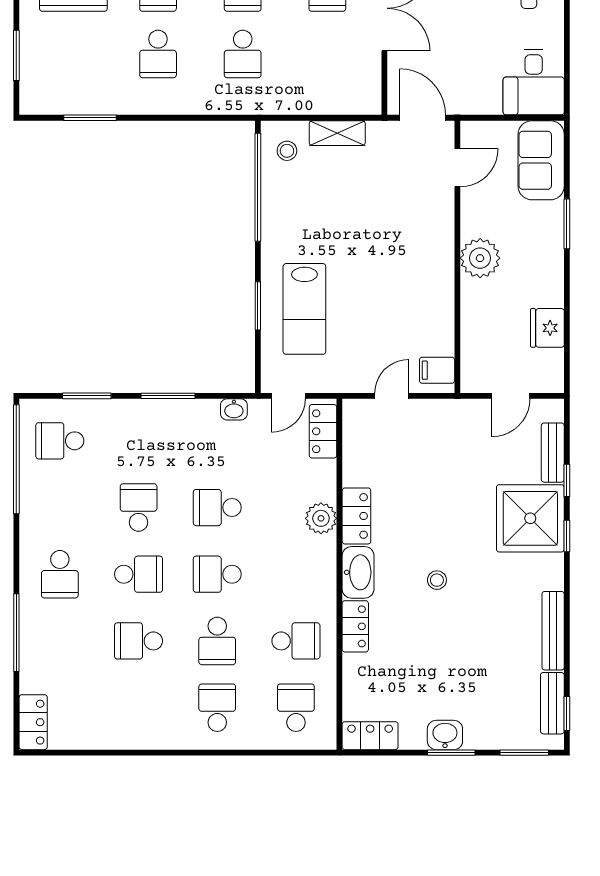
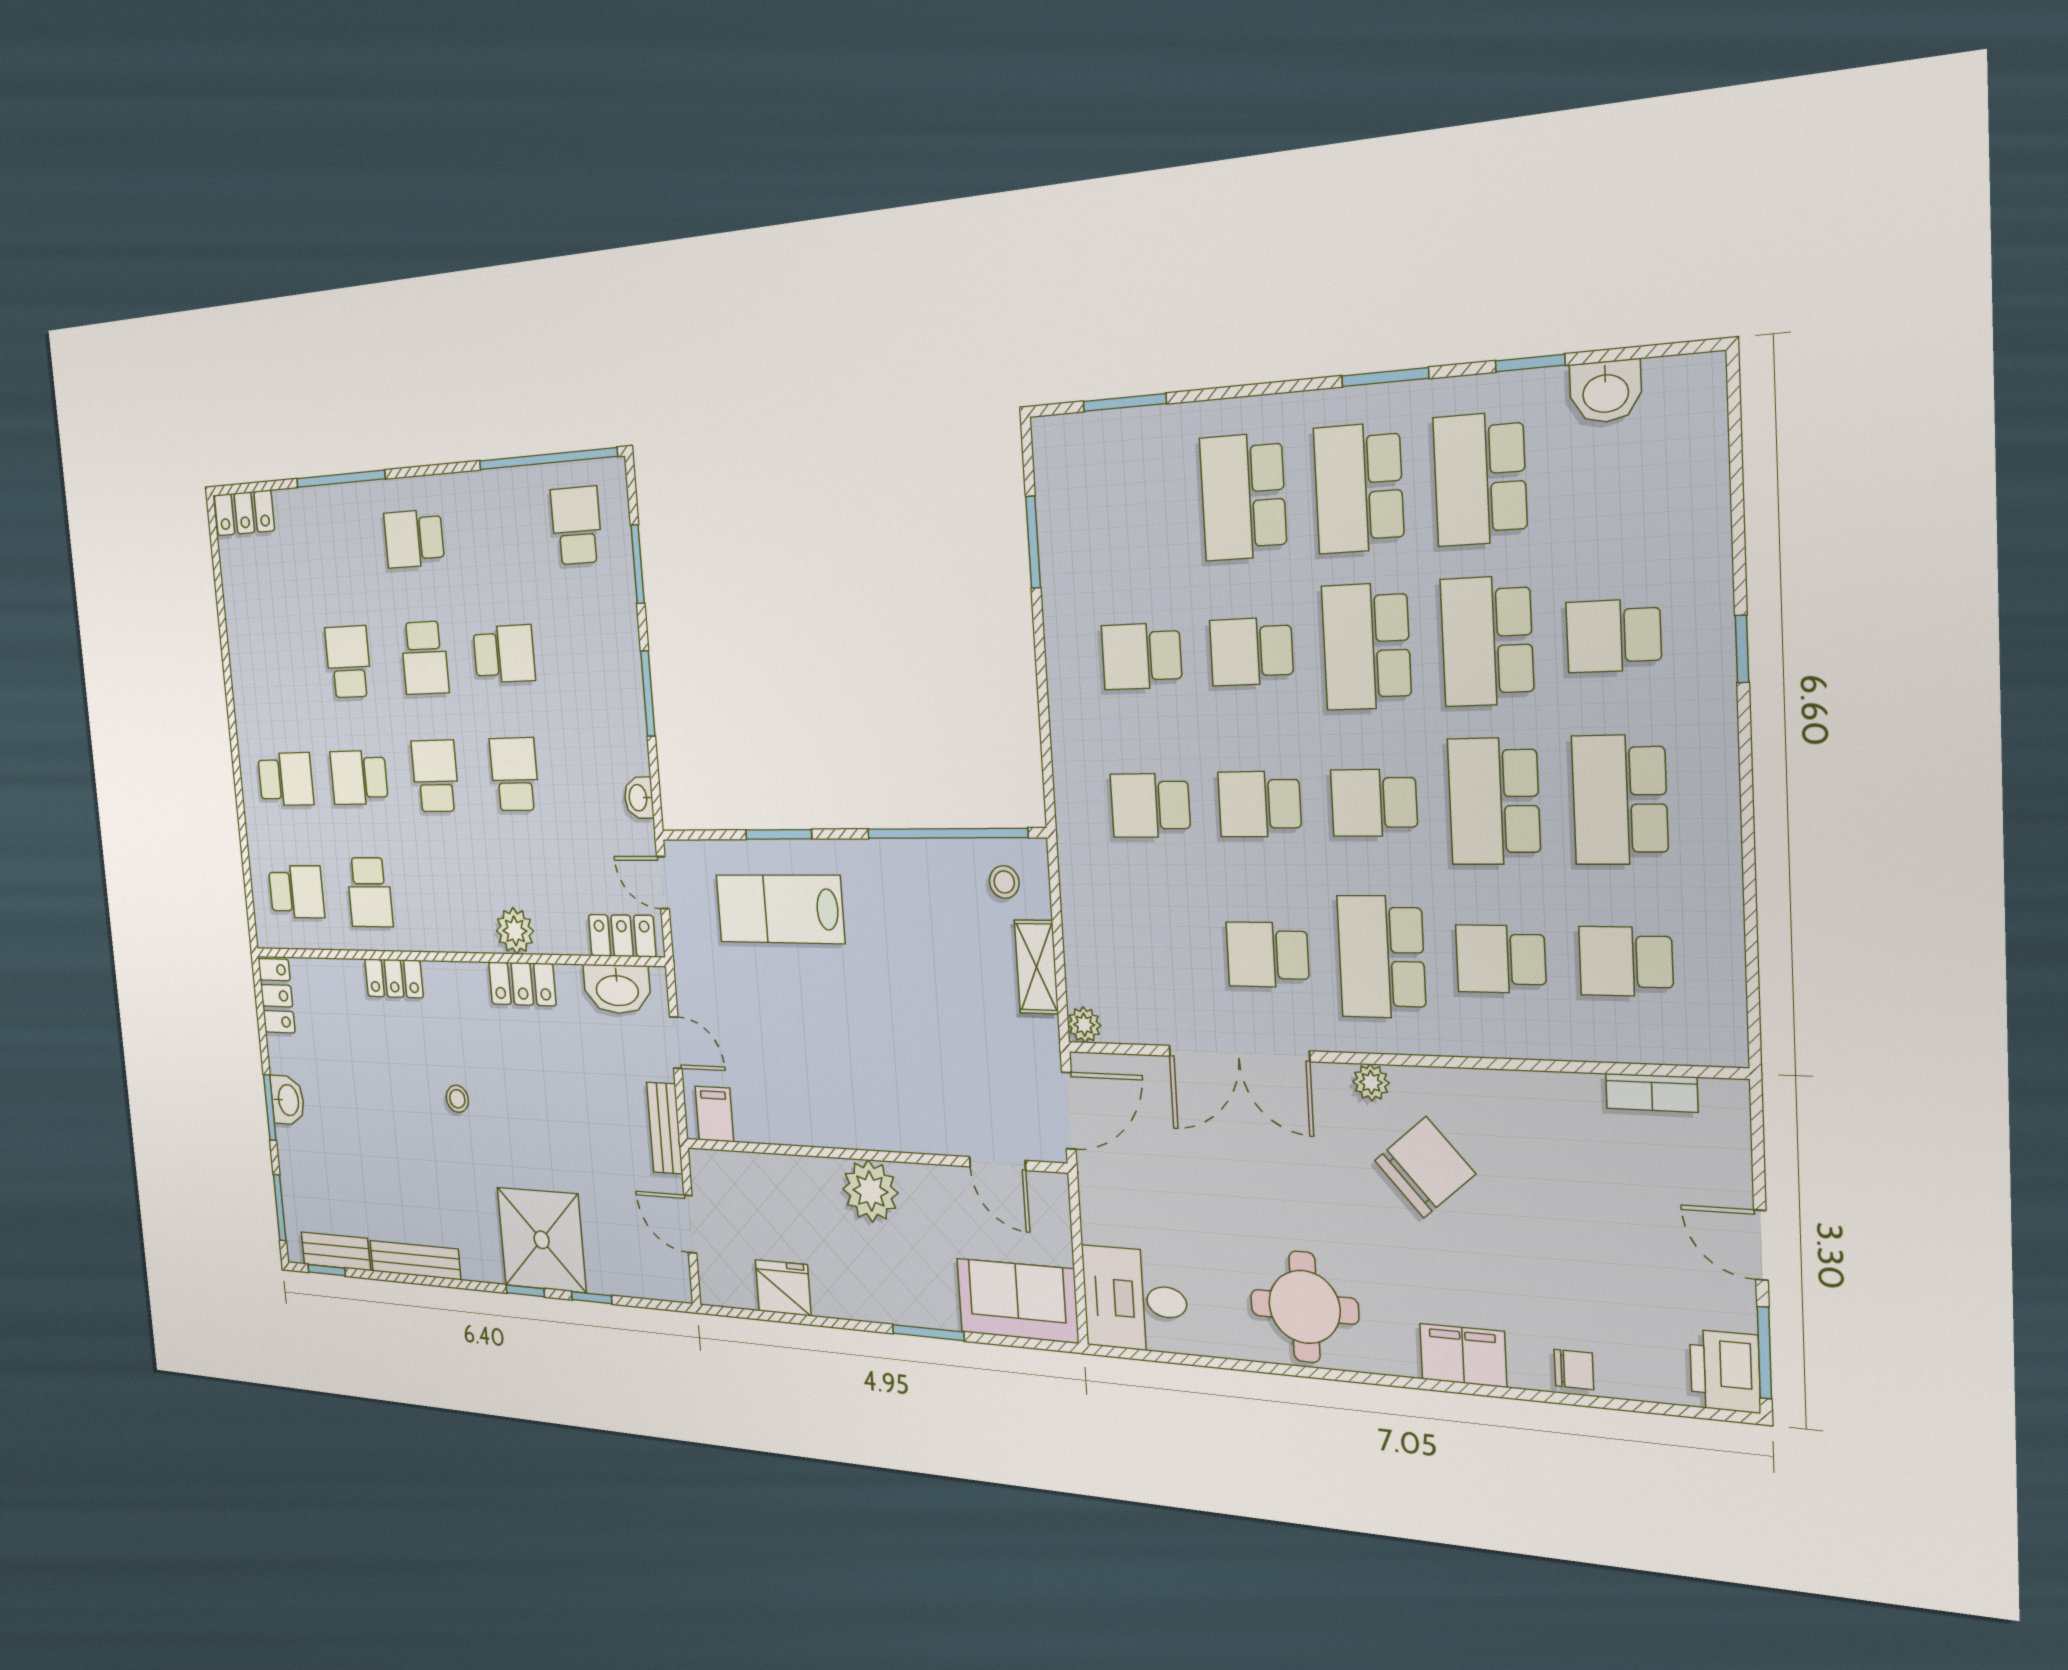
plant: (371, 104) -> (1084, 1025), added
bench: (553, 453) -> (665, 1128), moved, turned 90
washbasin: (358, 572) -> (617, 989), moved

